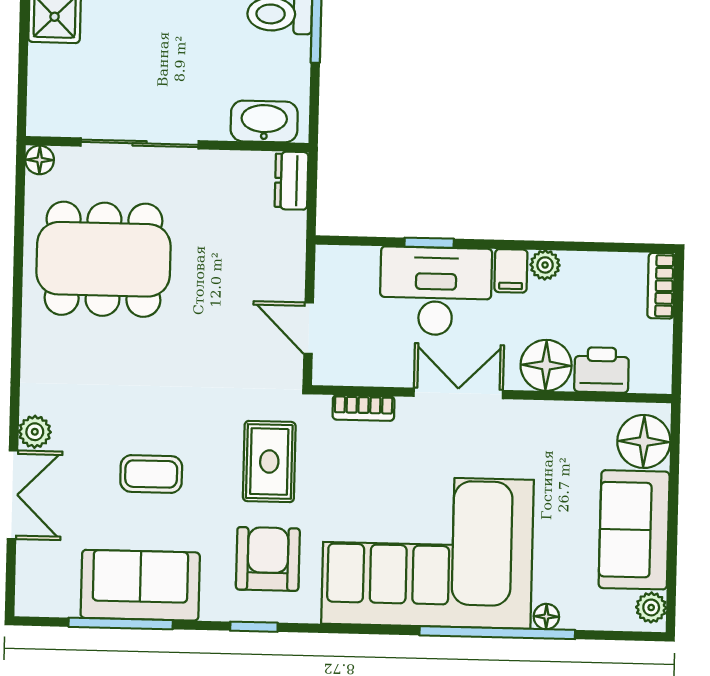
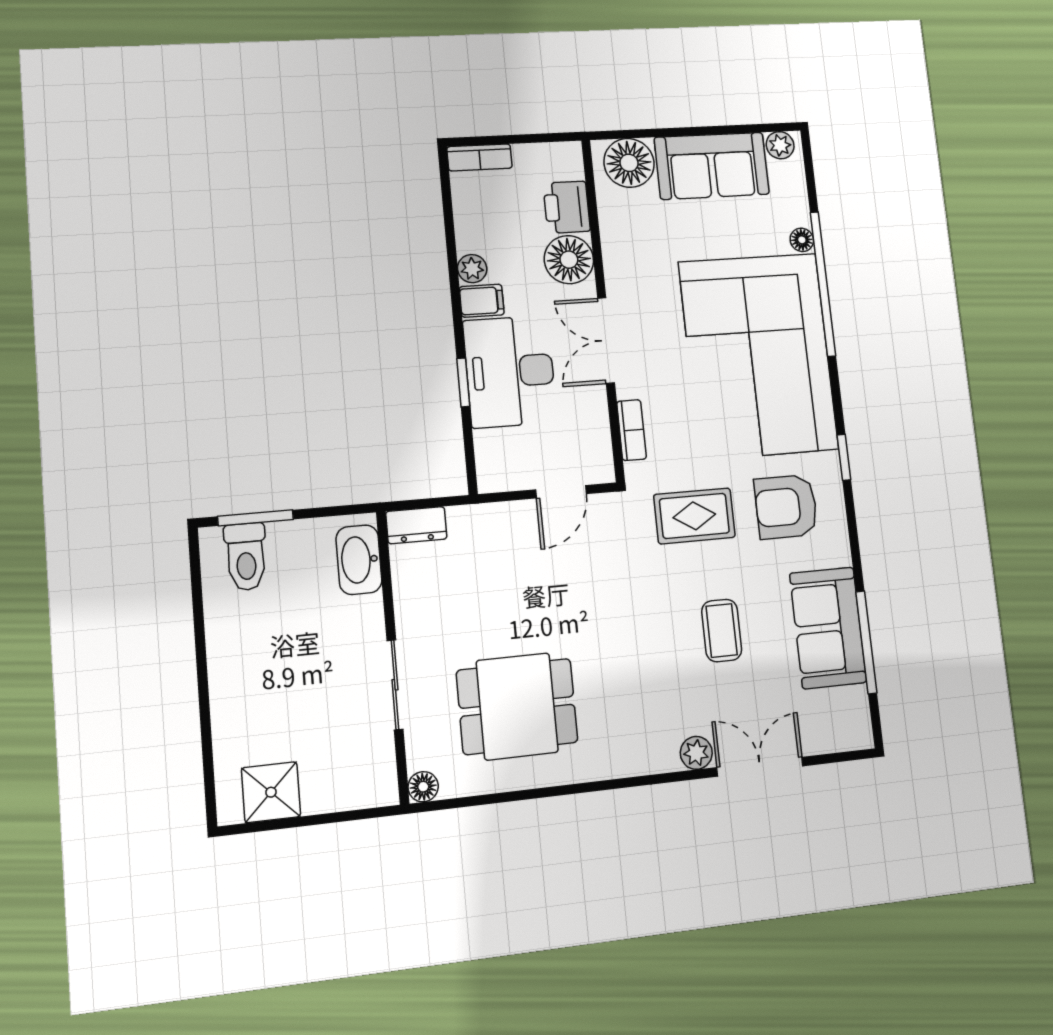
sliding door: (140, 143) -> (395, 685), width x0.73
dining table: (103, 259) -> (517, 706), width x0.73
window: (254, 627) -> (844, 457), moved

